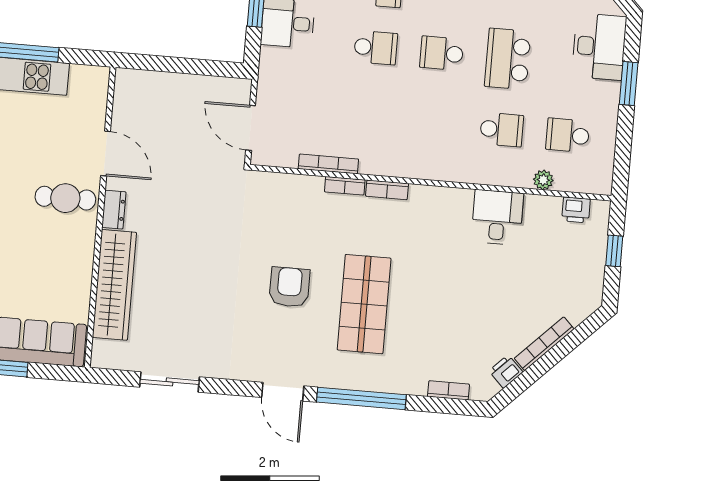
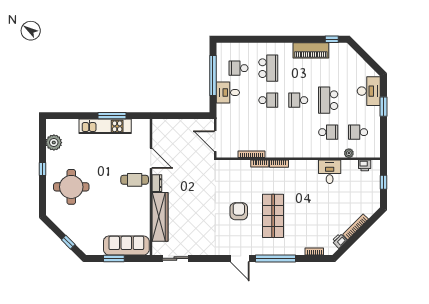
sliding door: (170, 382) -> (175, 258), moved

